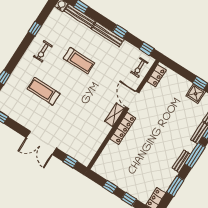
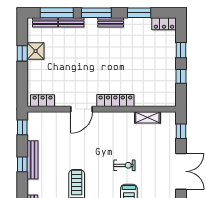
bench: (108, 34) -> (33, 160), moved
exercise bike: (139, 67) -> (124, 165), moved
shelving: (115, 115) -> (147, 117), moved

